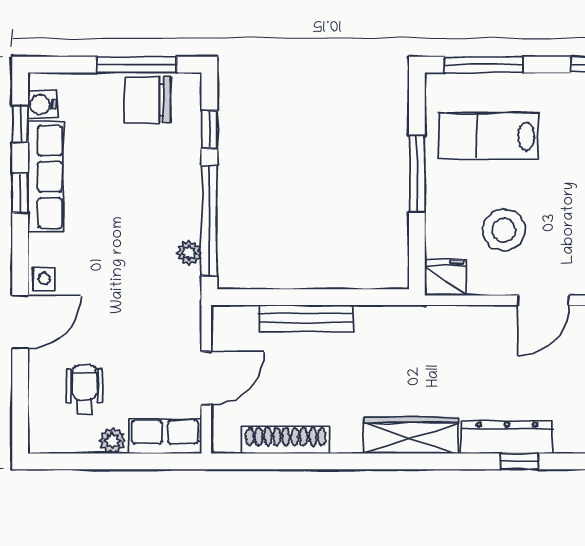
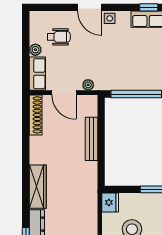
plant: (189, 253) -> (88, 85), moved
shoe rack: (286, 440) -> (36, 115), moved

